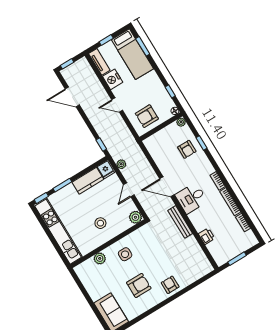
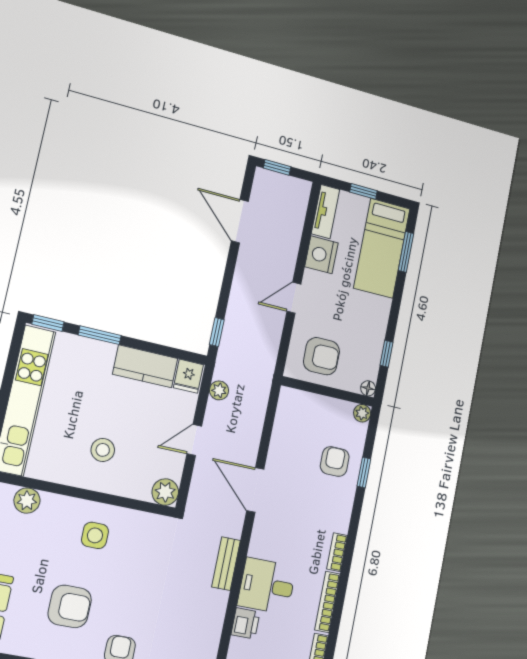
door: (117, 105) -> (294, 298), hinge flipped
armchair: (147, 116) -> (322, 356), turned 180
armchair: (187, 149) -> (335, 461), turned 180
desk: (191, 198) -> (267, 586), moved
bench: (180, 222) -> (226, 564), width x0.73
plant: (100, 258) -> (27, 501), moved

